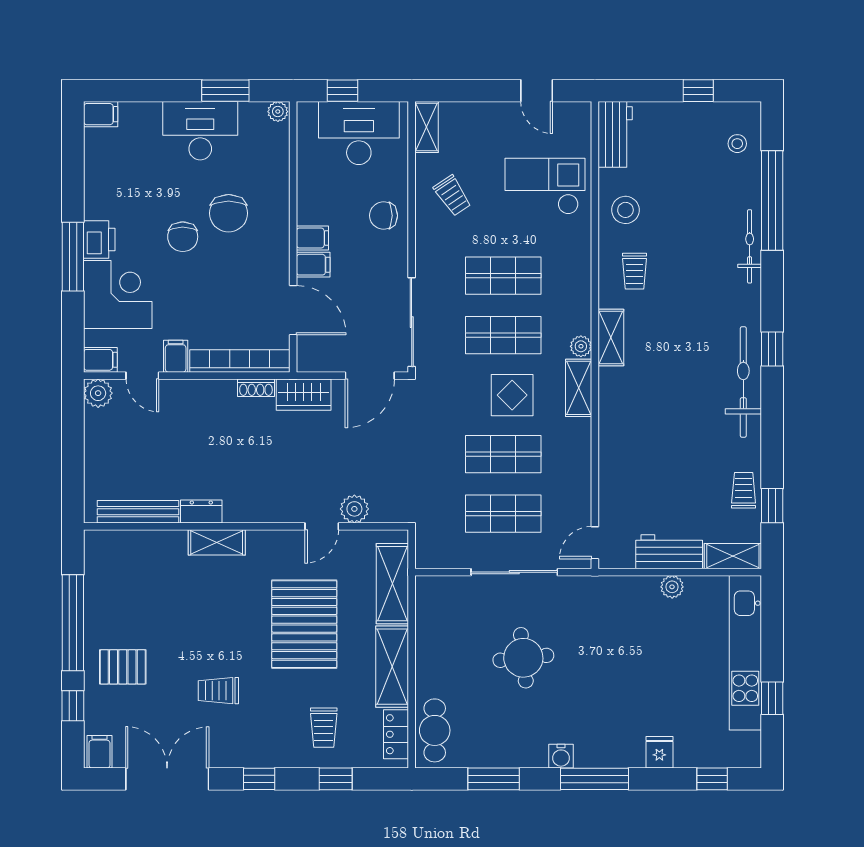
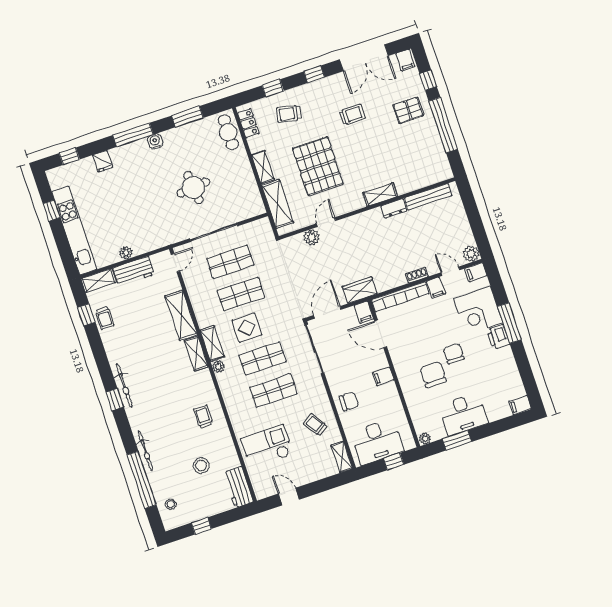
checkout: (545, 186) -> (267, 446), turned 180
stool: (625, 210) -> (201, 465), moved
filing cabinet: (313, 265) -> (364, 312), moved, turned -90
shelving: (611, 337) -> (196, 353), moved
bicycle: (743, 382) -> (124, 385), width x0.73, depth x0.71
shoe rack: (256, 388) -> (417, 275), moved
shelving: (615, 452) -> (181, 315), added
shelving: (392, 667) -> (263, 167), width x0.67, depth x0.75
trolley: (324, 728) -> (289, 114), turned -79

